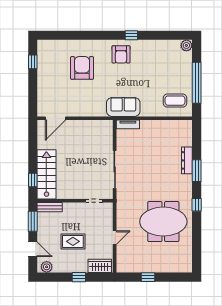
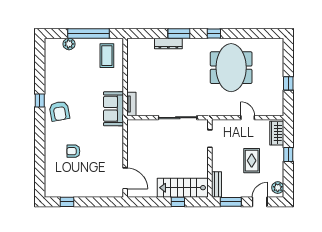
plant: (186, 45) -> (69, 44), moved
armchair: (121, 54) -> (59, 111), turned 80
armchair: (82, 68) -> (73, 151), width x0.53, depth x0.53
window: (33, 180) -> (178, 202), moved

